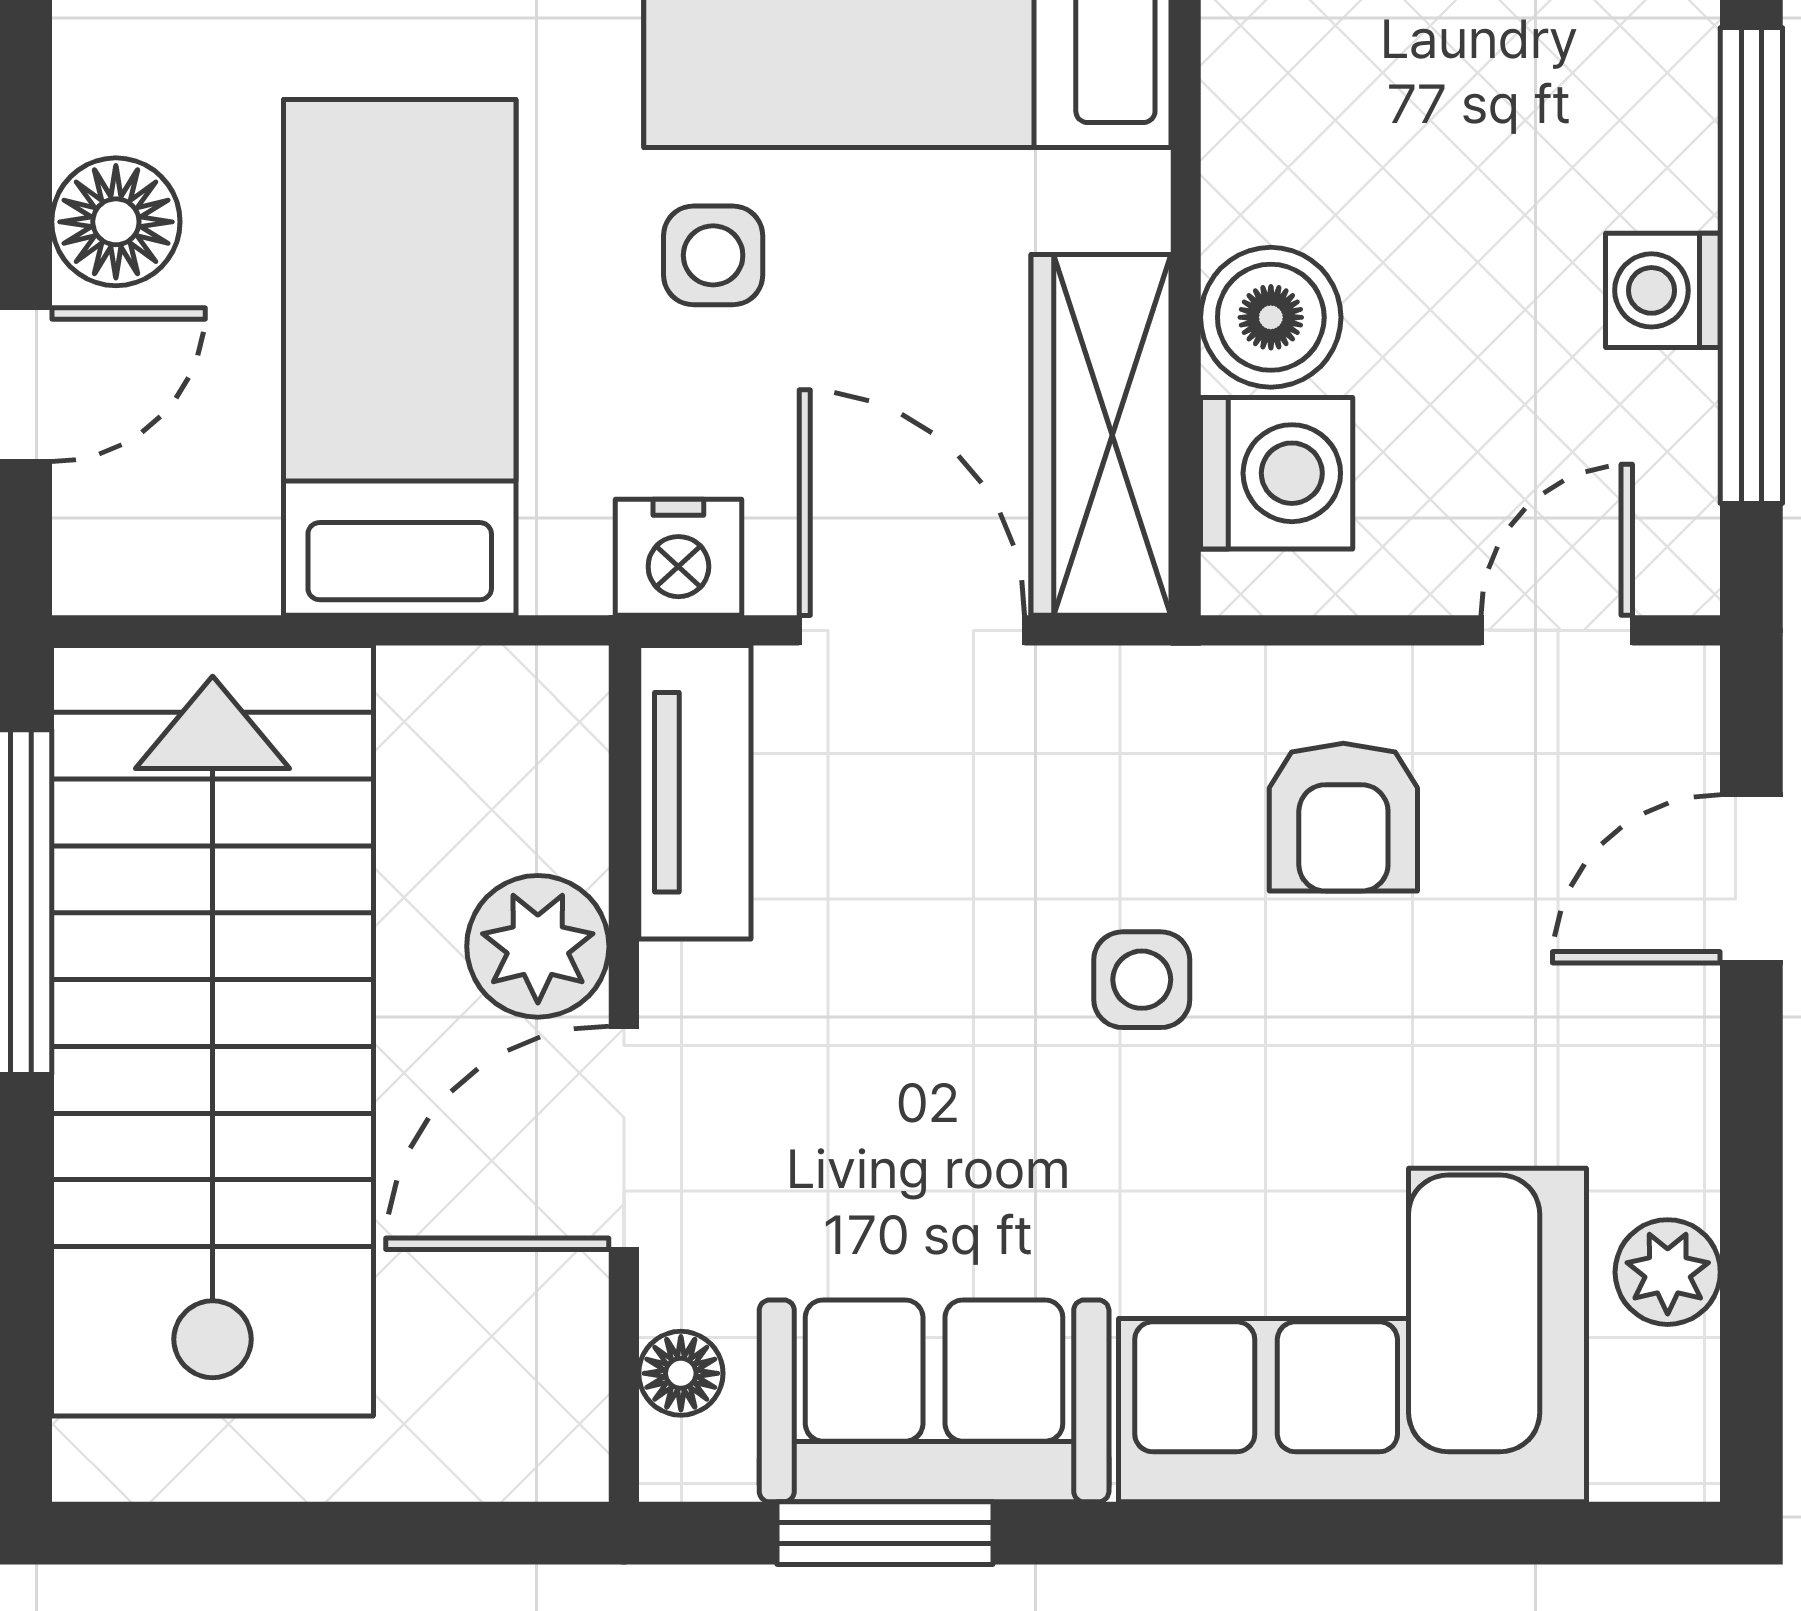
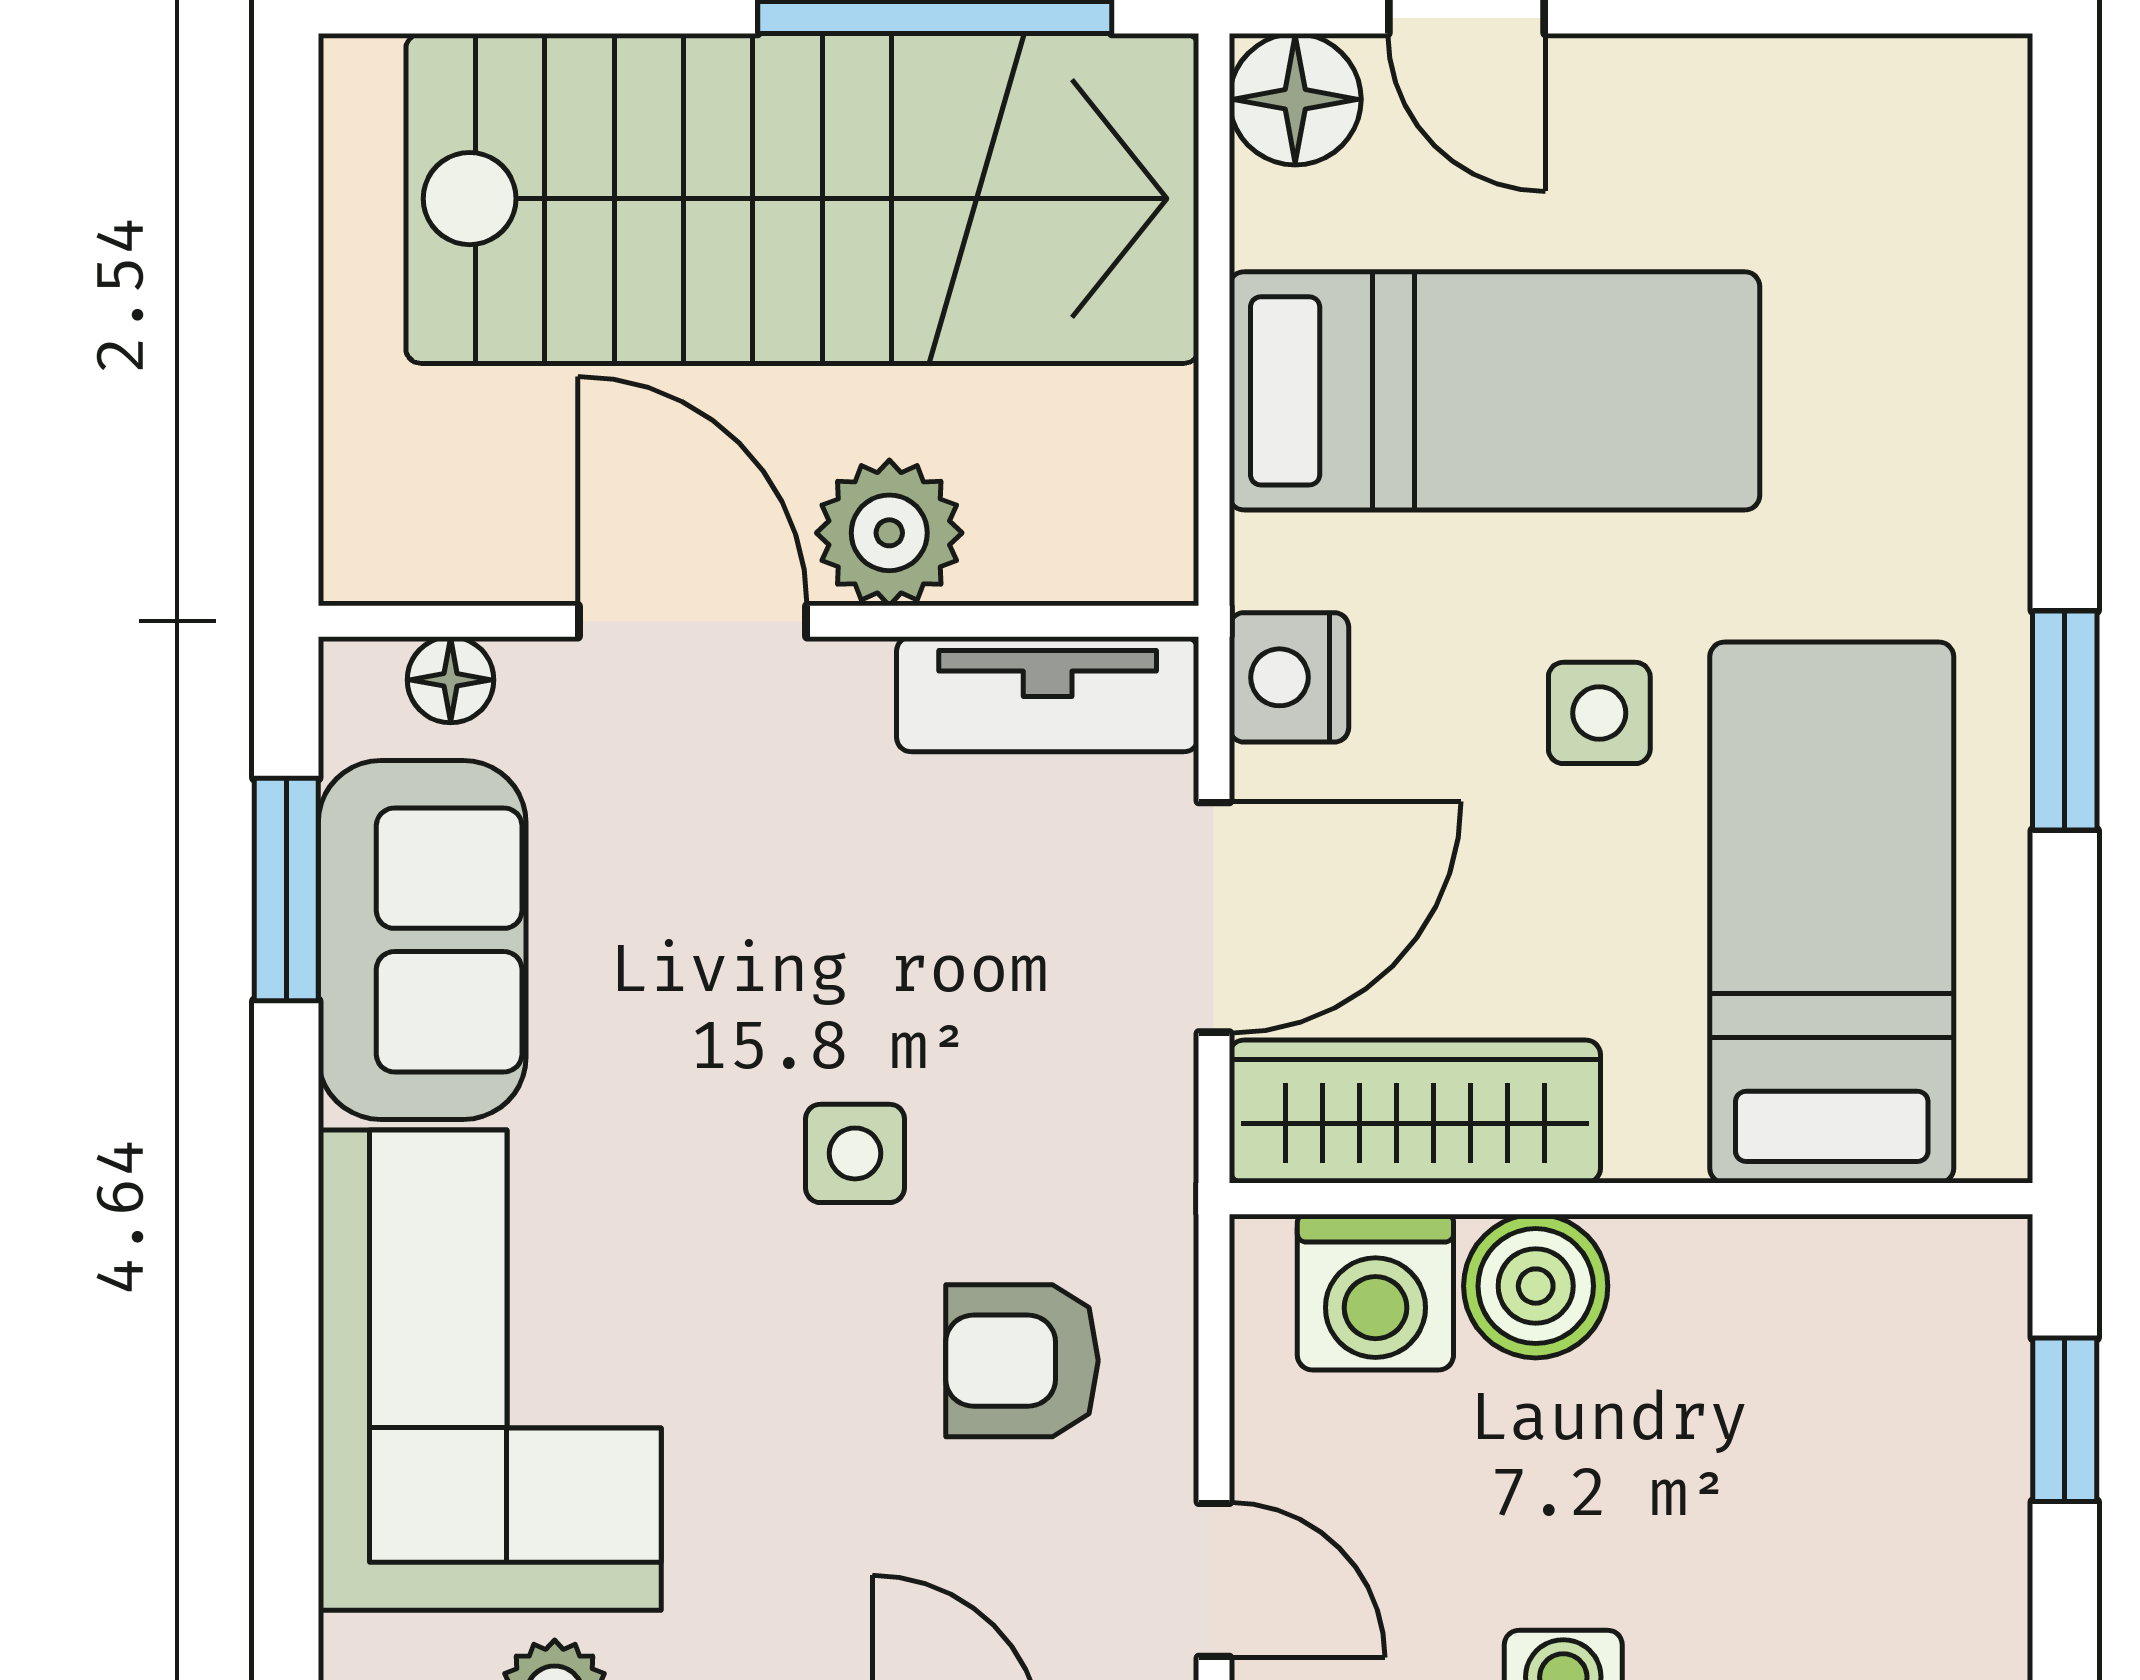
floor lamp: (116, 222) -> (1295, 99), moved

